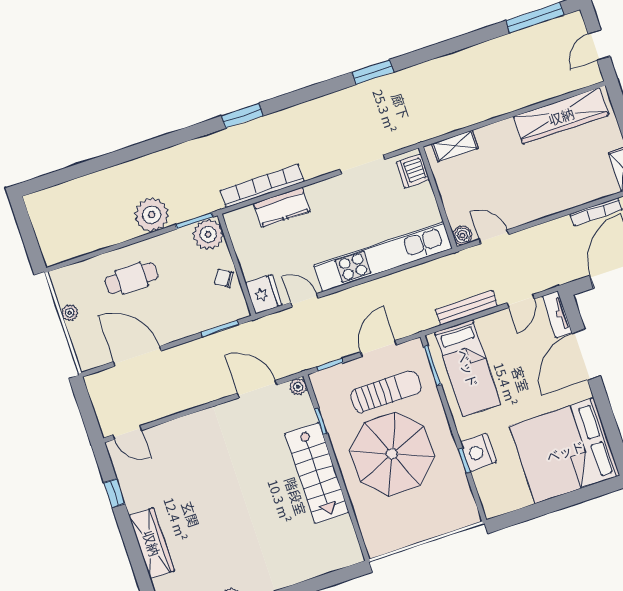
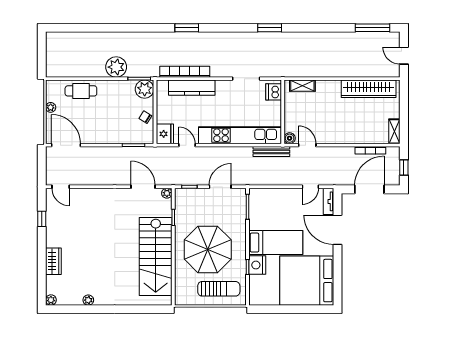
door: (599, 45) -> (404, 56), hinge flipped
kitchen counter: (282, 207) -> (192, 88), width x1.50
cafe table: (131, 278) -> (81, 91), moved
bench: (466, 308) -> (271, 151), moved
door: (586, 355) -> (337, 230), hinge flipped
door: (137, 356) -> (66, 145), moved
bed: (468, 368) -> (276, 243), moved, turned -90
sun lounger: (386, 391) -> (219, 289), moved
stairs: (317, 473) -> (156, 256), width x1.36, depth x1.51
wardrobe: (152, 543) -> (53, 261), width x0.67

